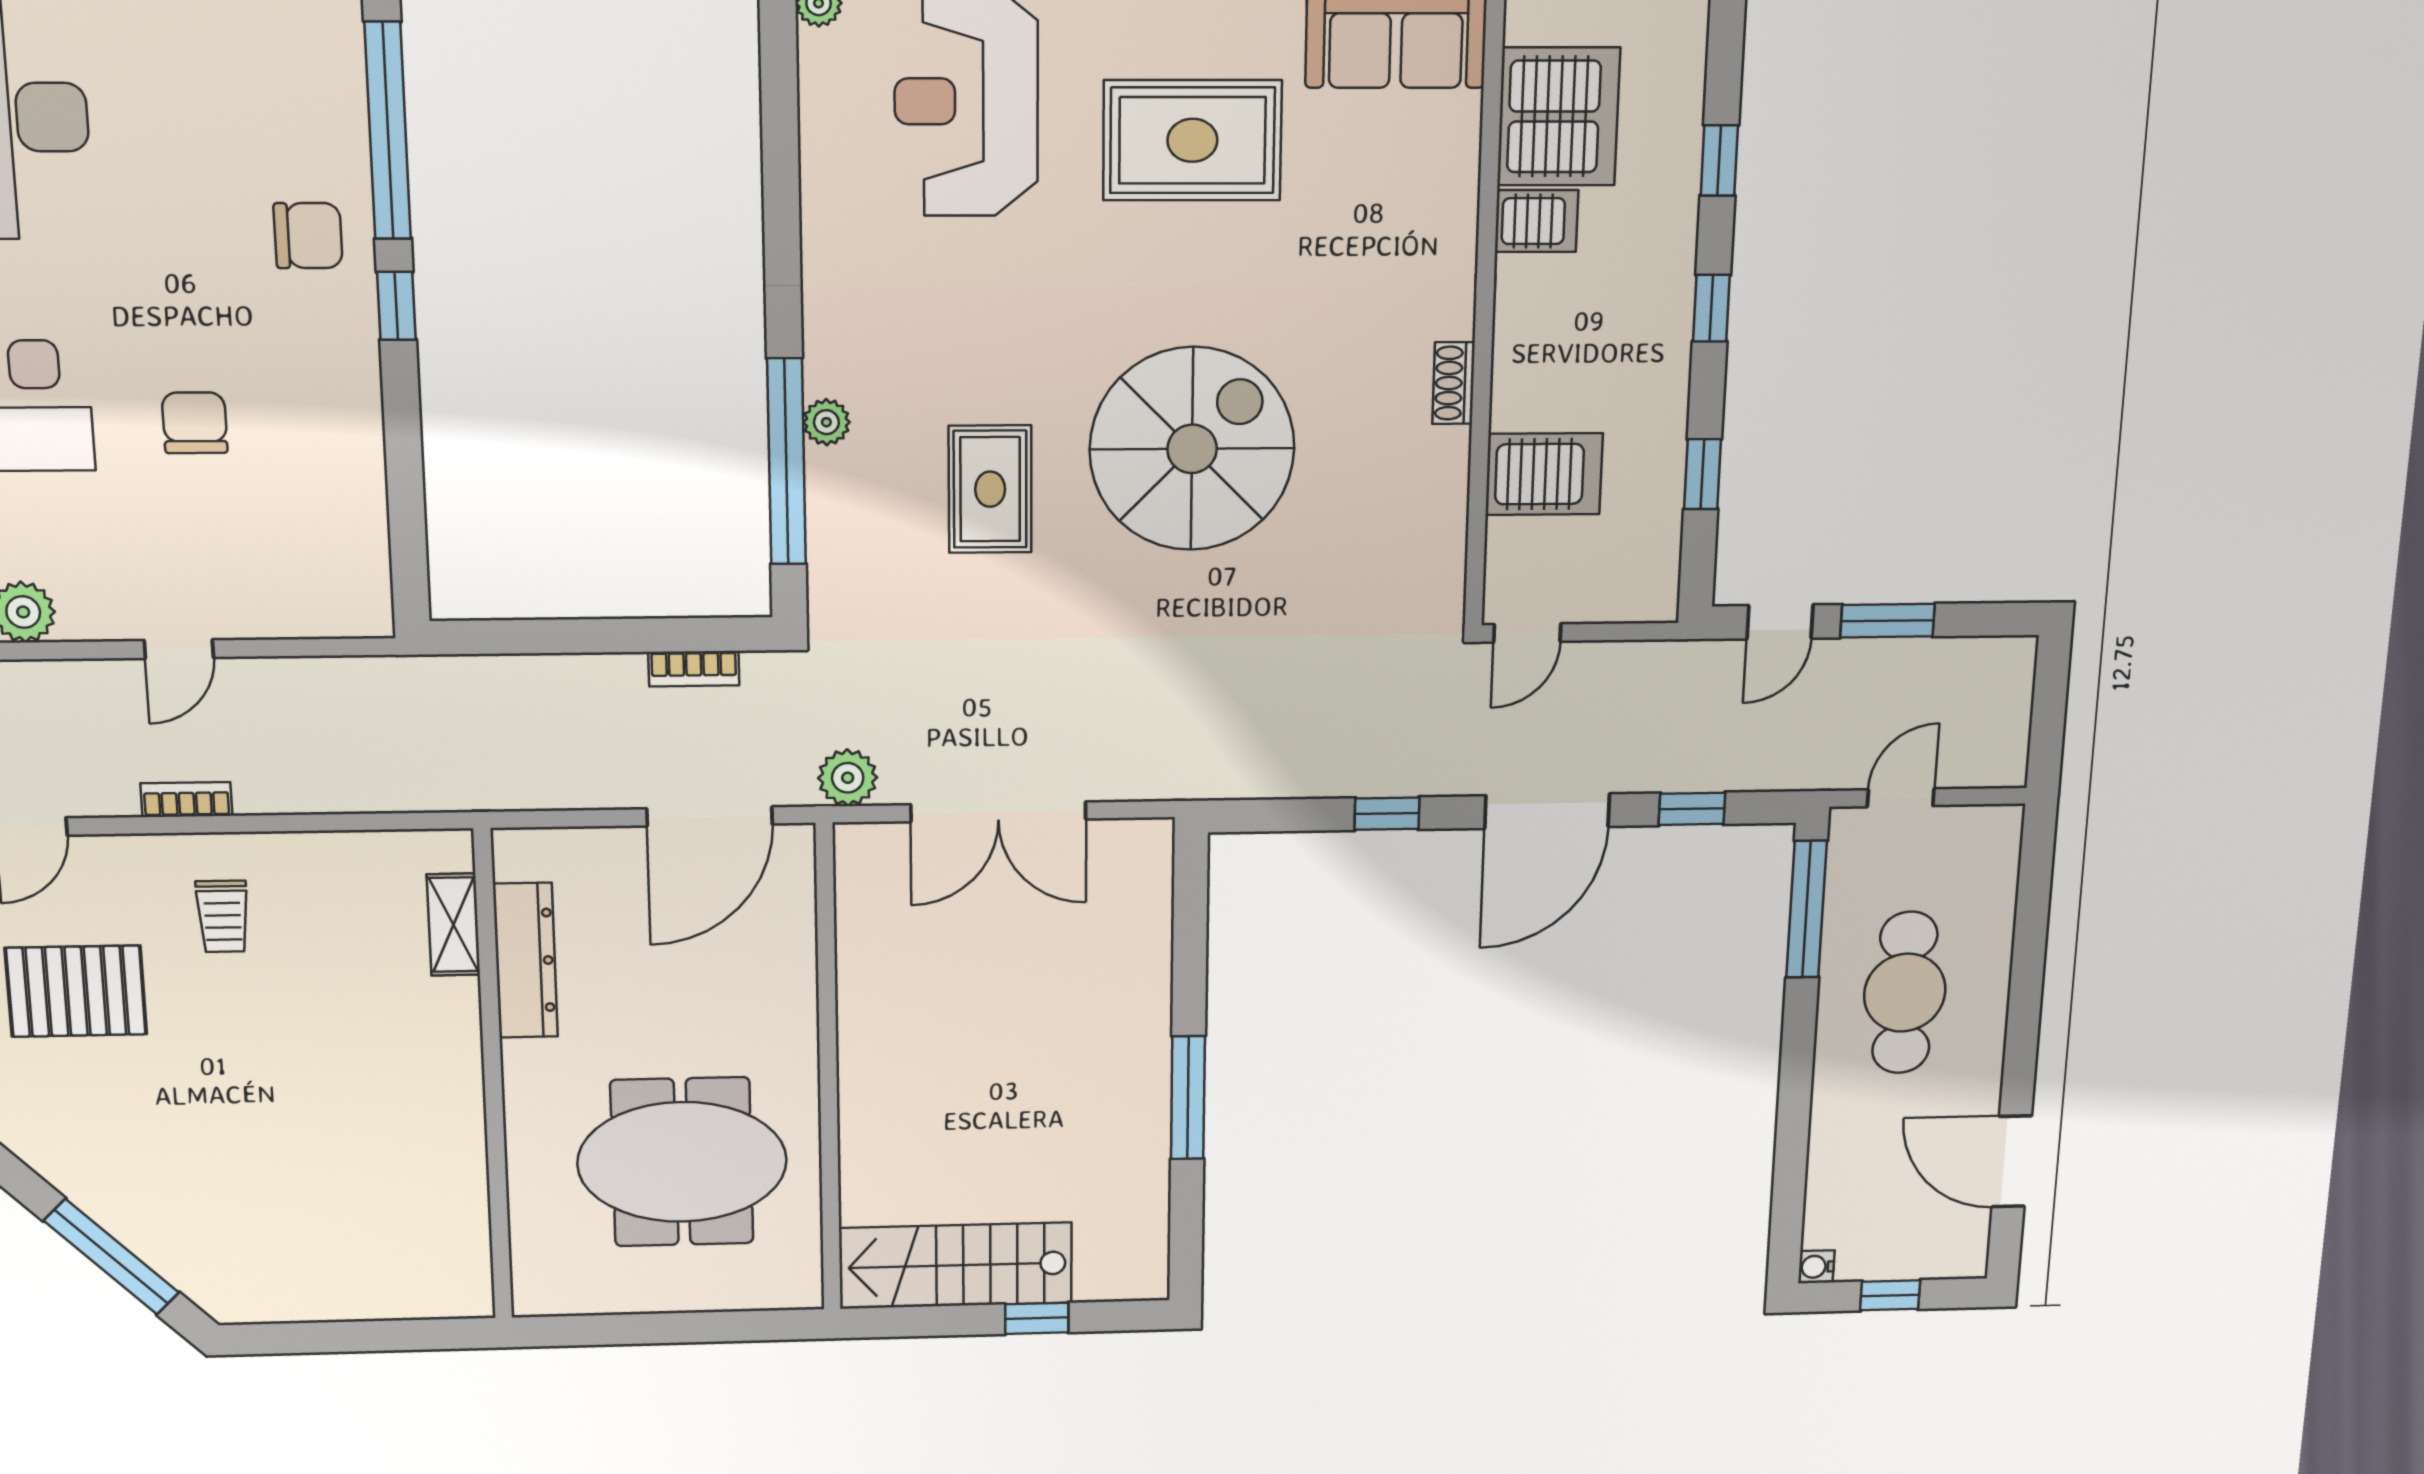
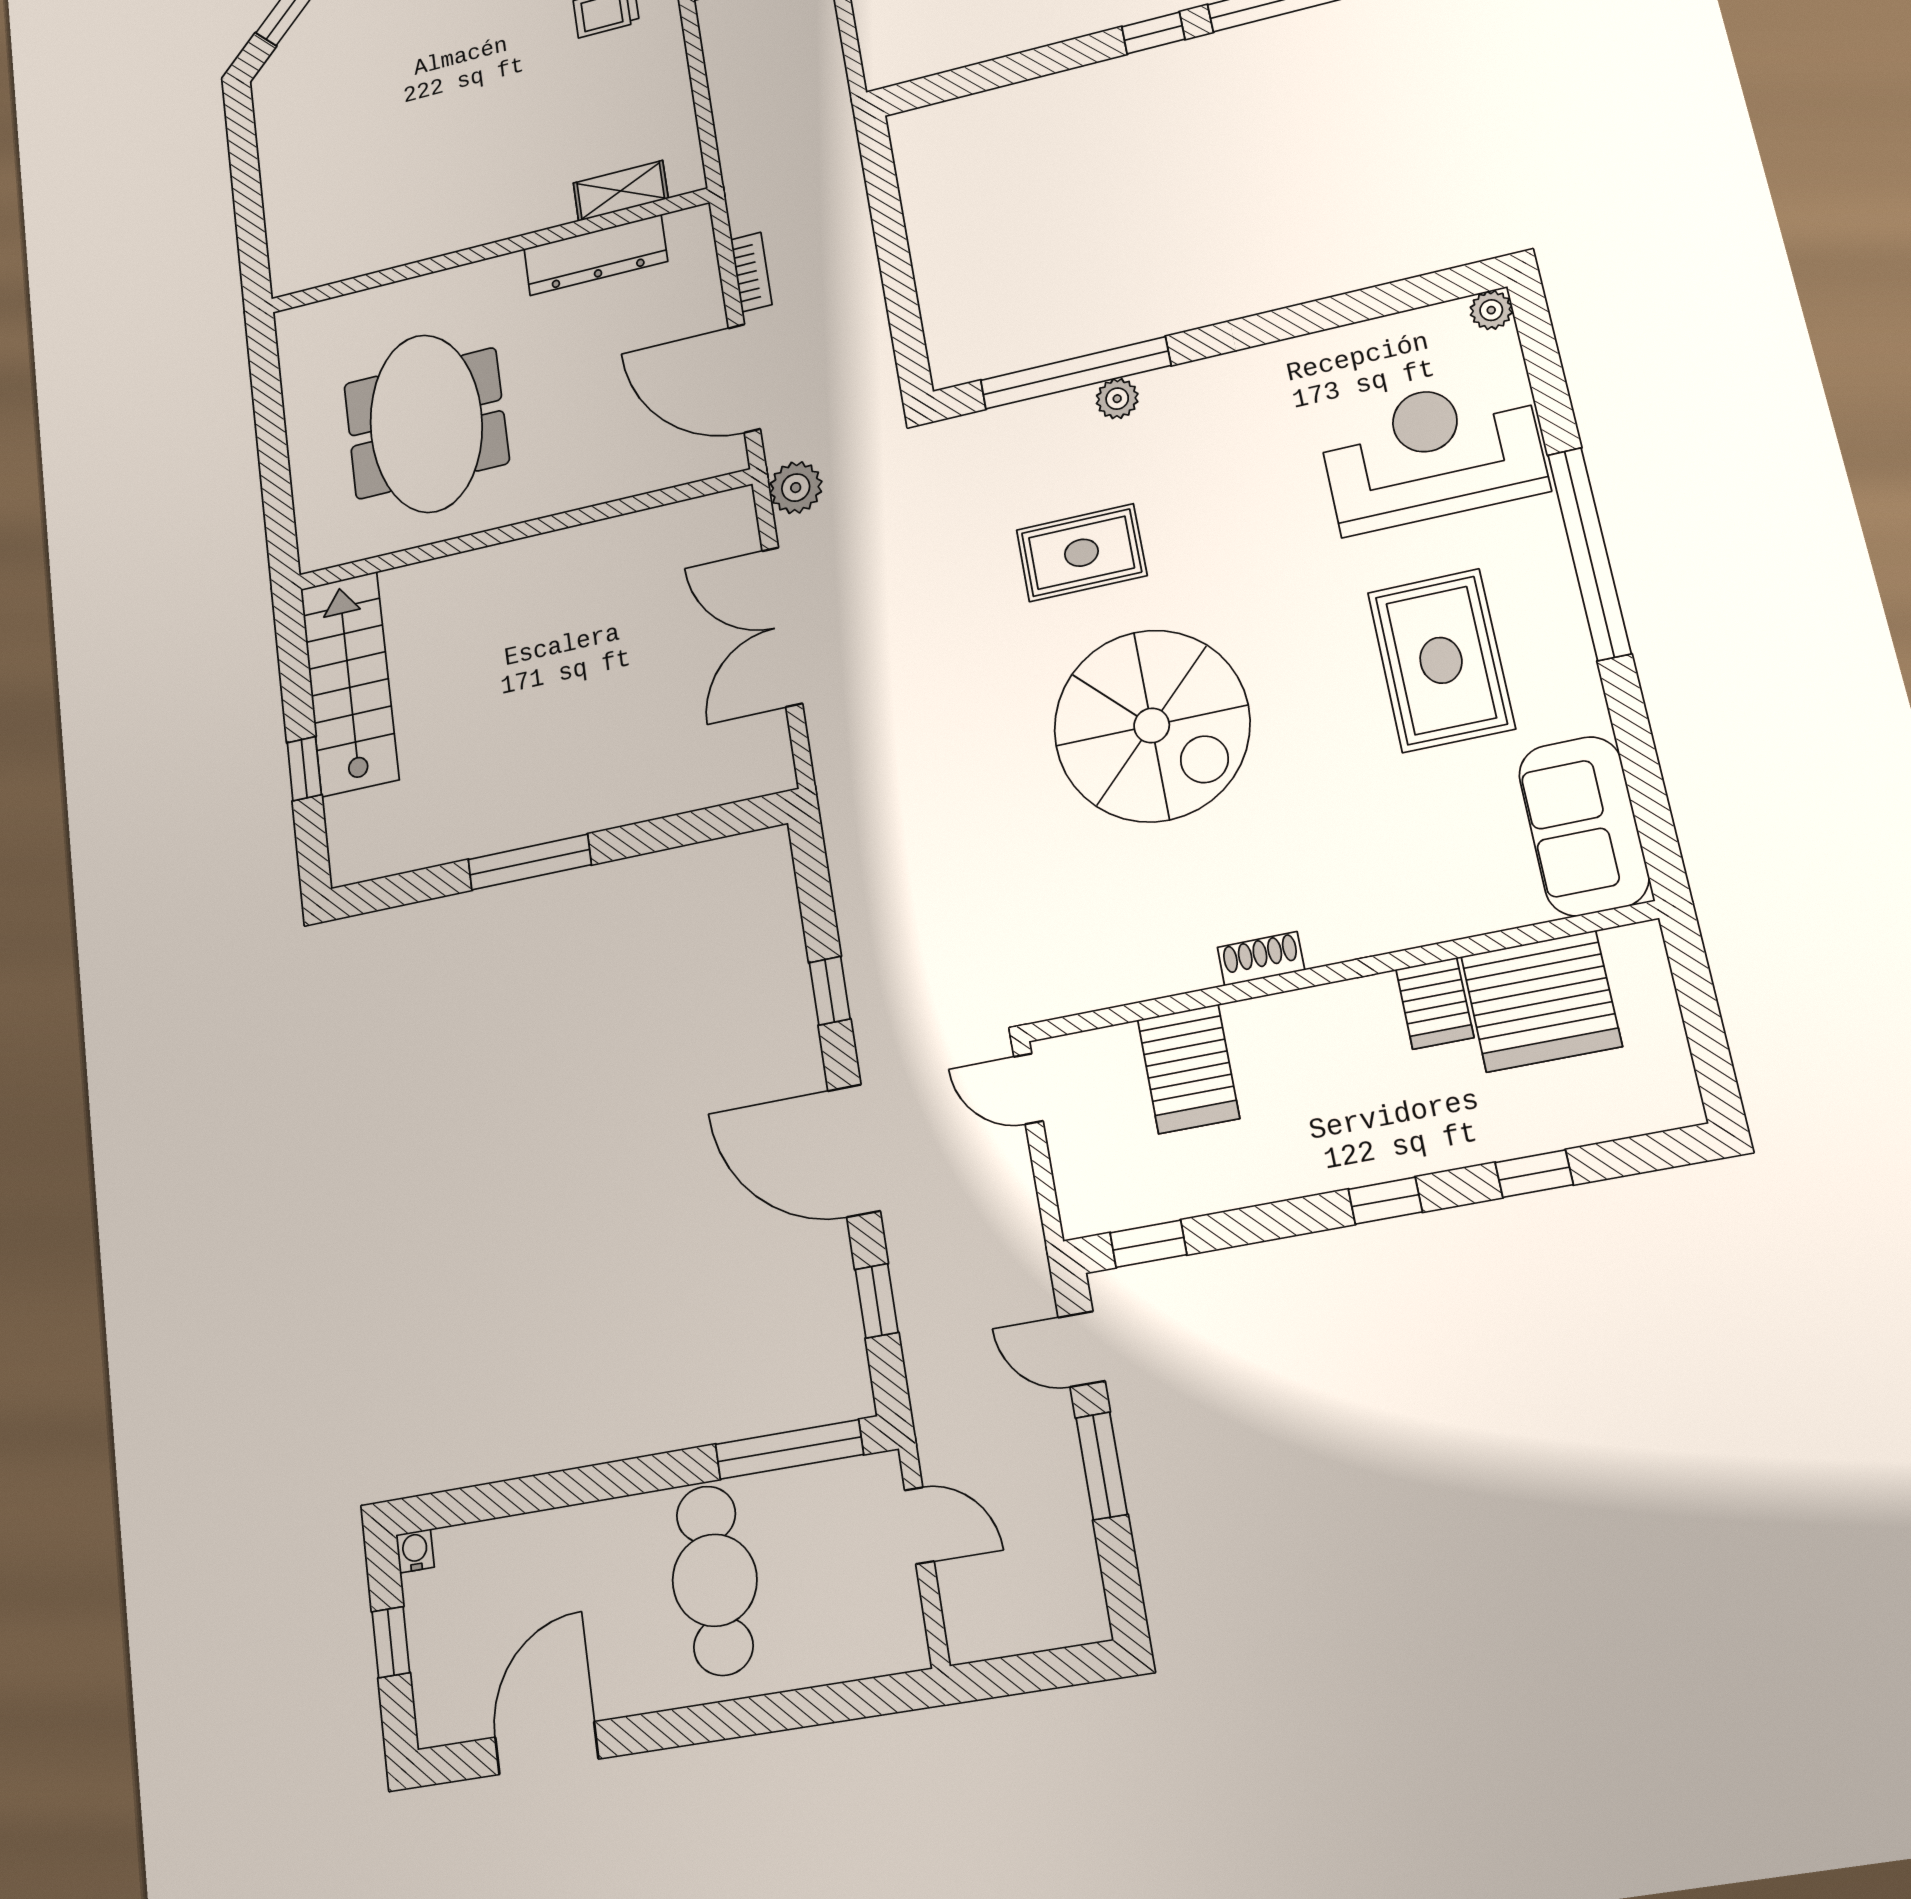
window: (1703, 474) -> (1148, 1244), moved
bookcase: (694, 669) -> (751, 272), moved, turned 180
cafe table: (1905, 993) -> (715, 1580), turned 90

